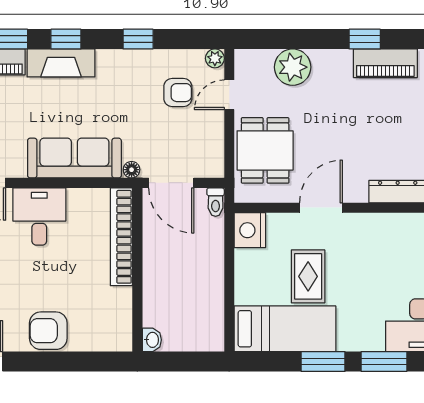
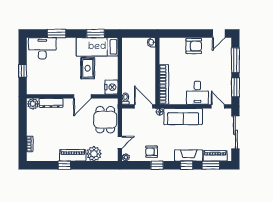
piano: (385, 63) -> (73, 155), moved
armchair: (178, 93) -> (152, 152), moved
window: (323, 362) -> (96, 33), moved

